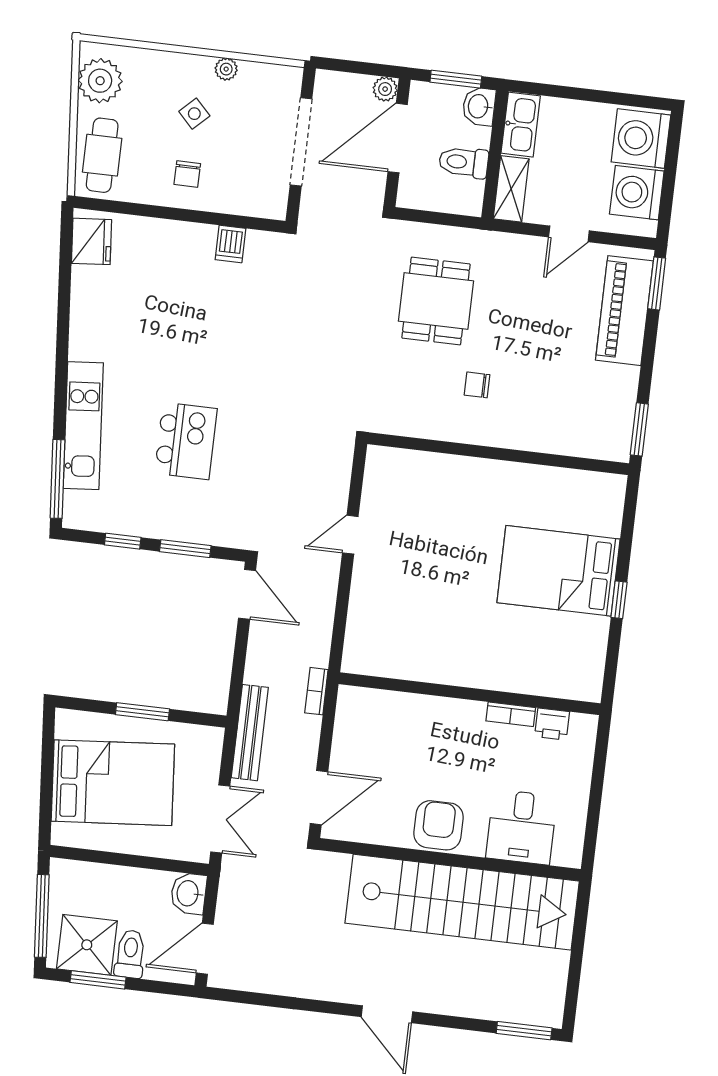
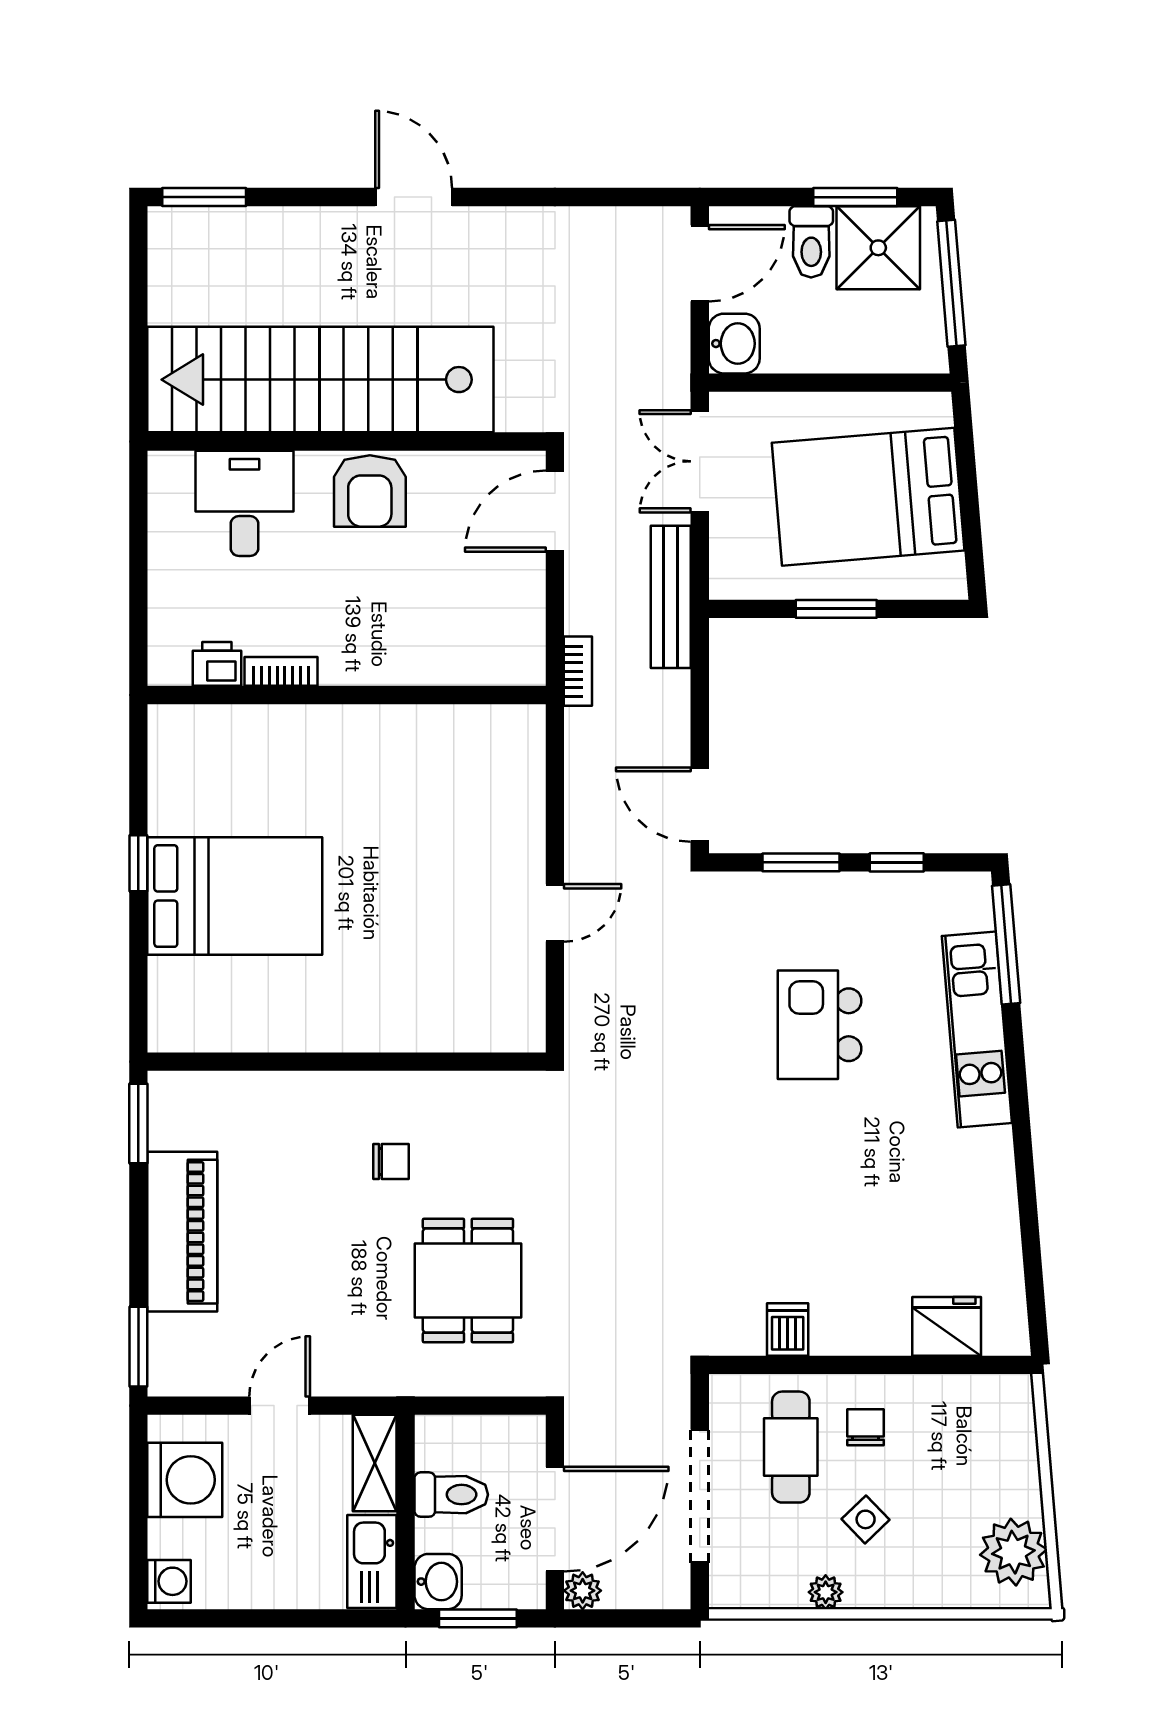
washing machine: (641, 139) -> (169, 1581), width x0.53, depth x0.53
cafe table: (102, 155) -> (791, 1447), moved
fridge: (91, 241) -> (947, 1326), moved, turned 95
piano: (624, 311) -> (182, 1232), moved

